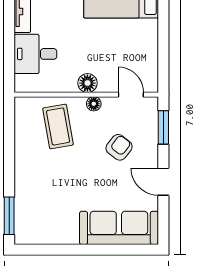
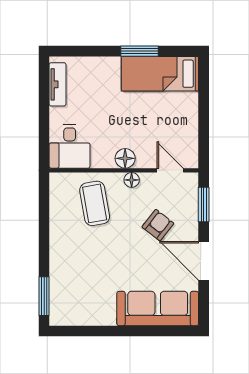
desk: (35, 54) -> (70, 146), moved, turned -90
door: (163, 182) -> (204, 261), width x1.38

